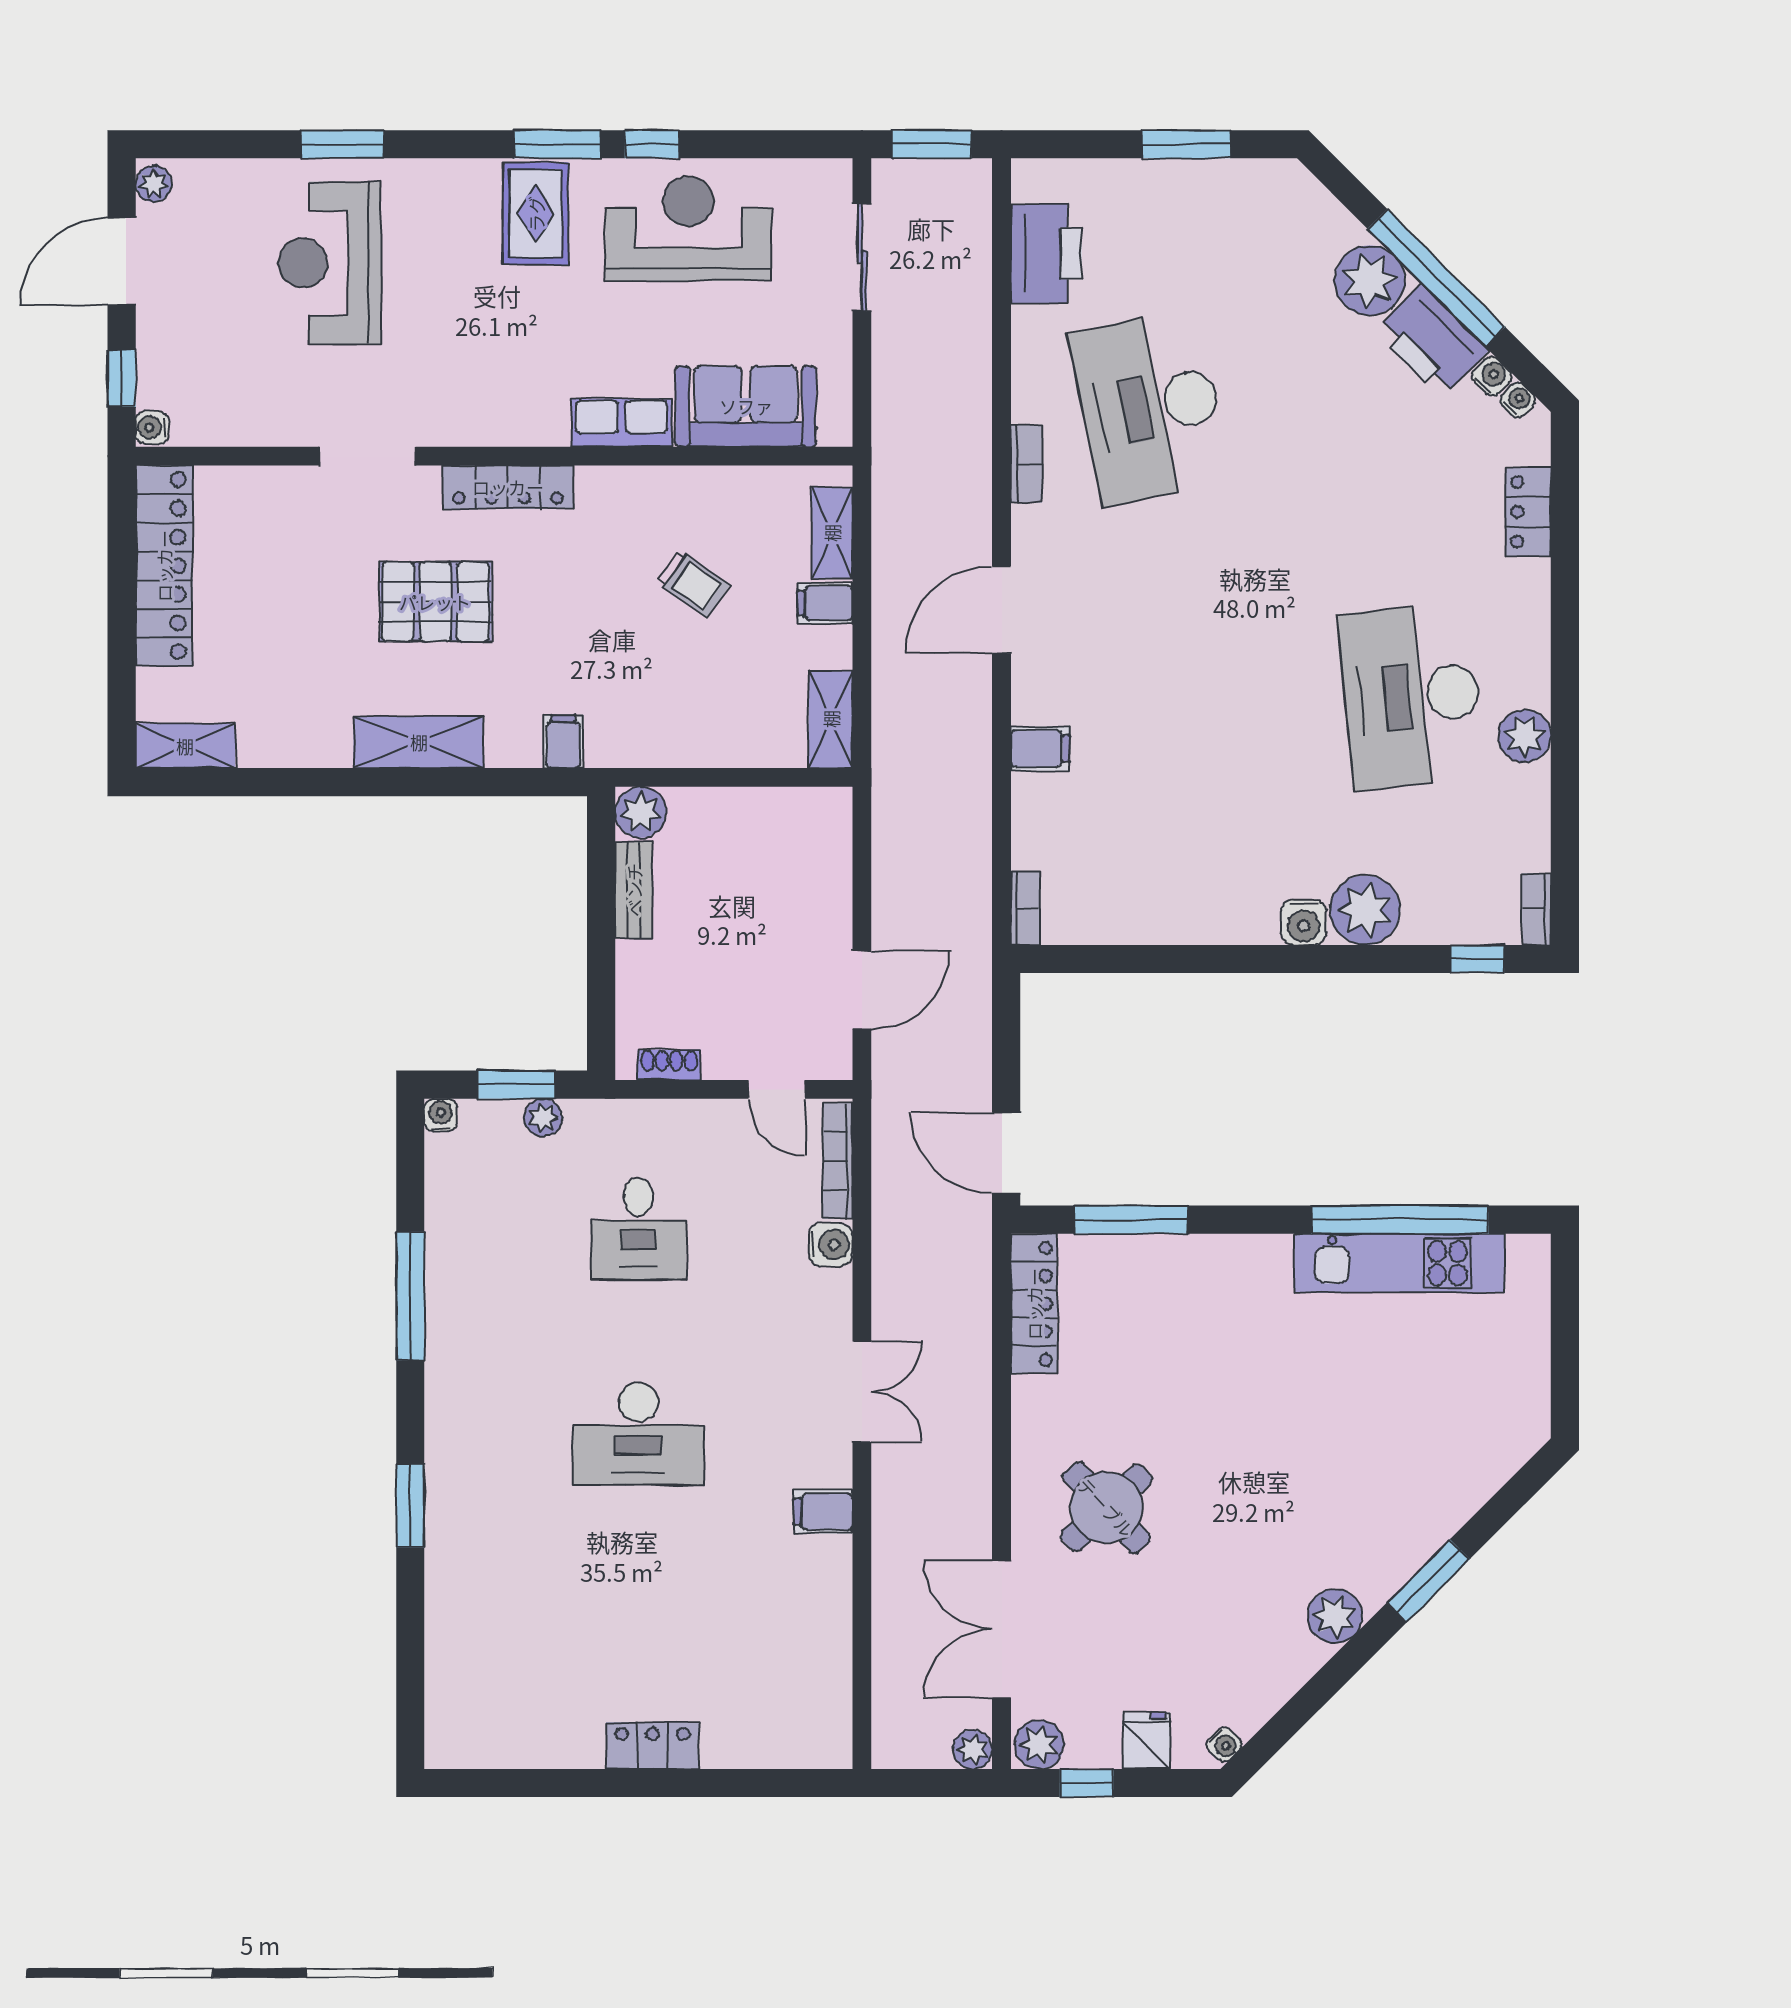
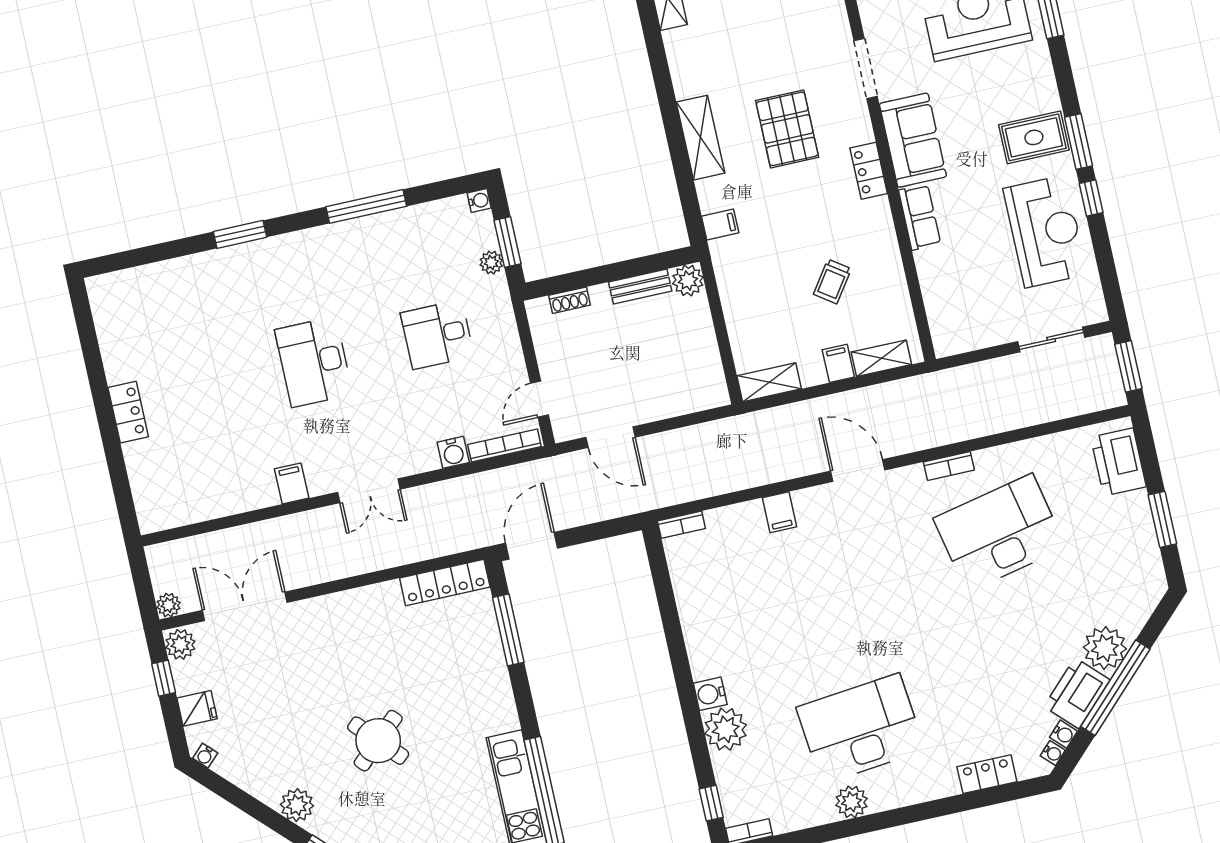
printer: (1046, 253) -> (1118, 462), moved, turned 90
sofa: (746, 406) -> (913, 140), moved
locker: (508, 487) -> (869, 171), width x0.66
shoe rack: (669, 1065) -> (569, 300), moved, turned 90
round table: (1106, 1507) -> (378, 741), moved

